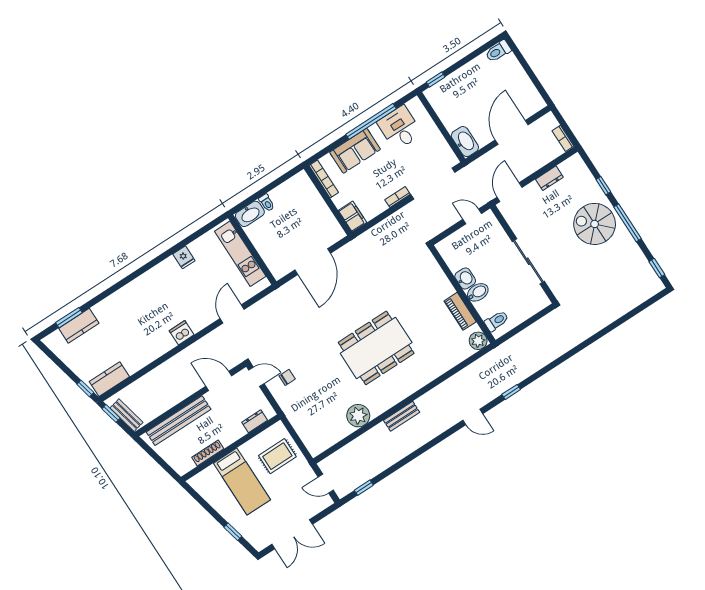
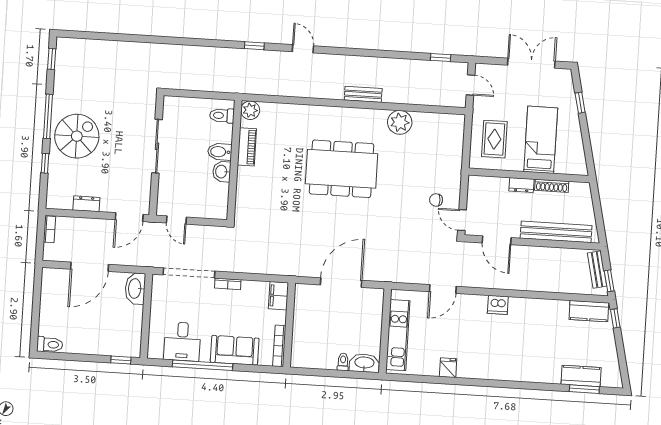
spiral stairs: (595, 224) -> (77, 136), turned -90
dresser: (255, 421) -> (521, 185), moved
rug: (277, 456) -> (494, 139), turned 90

